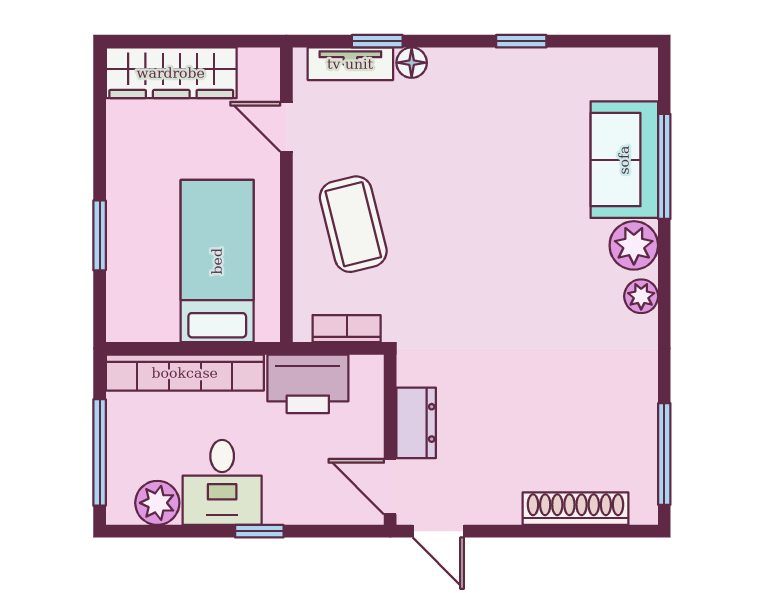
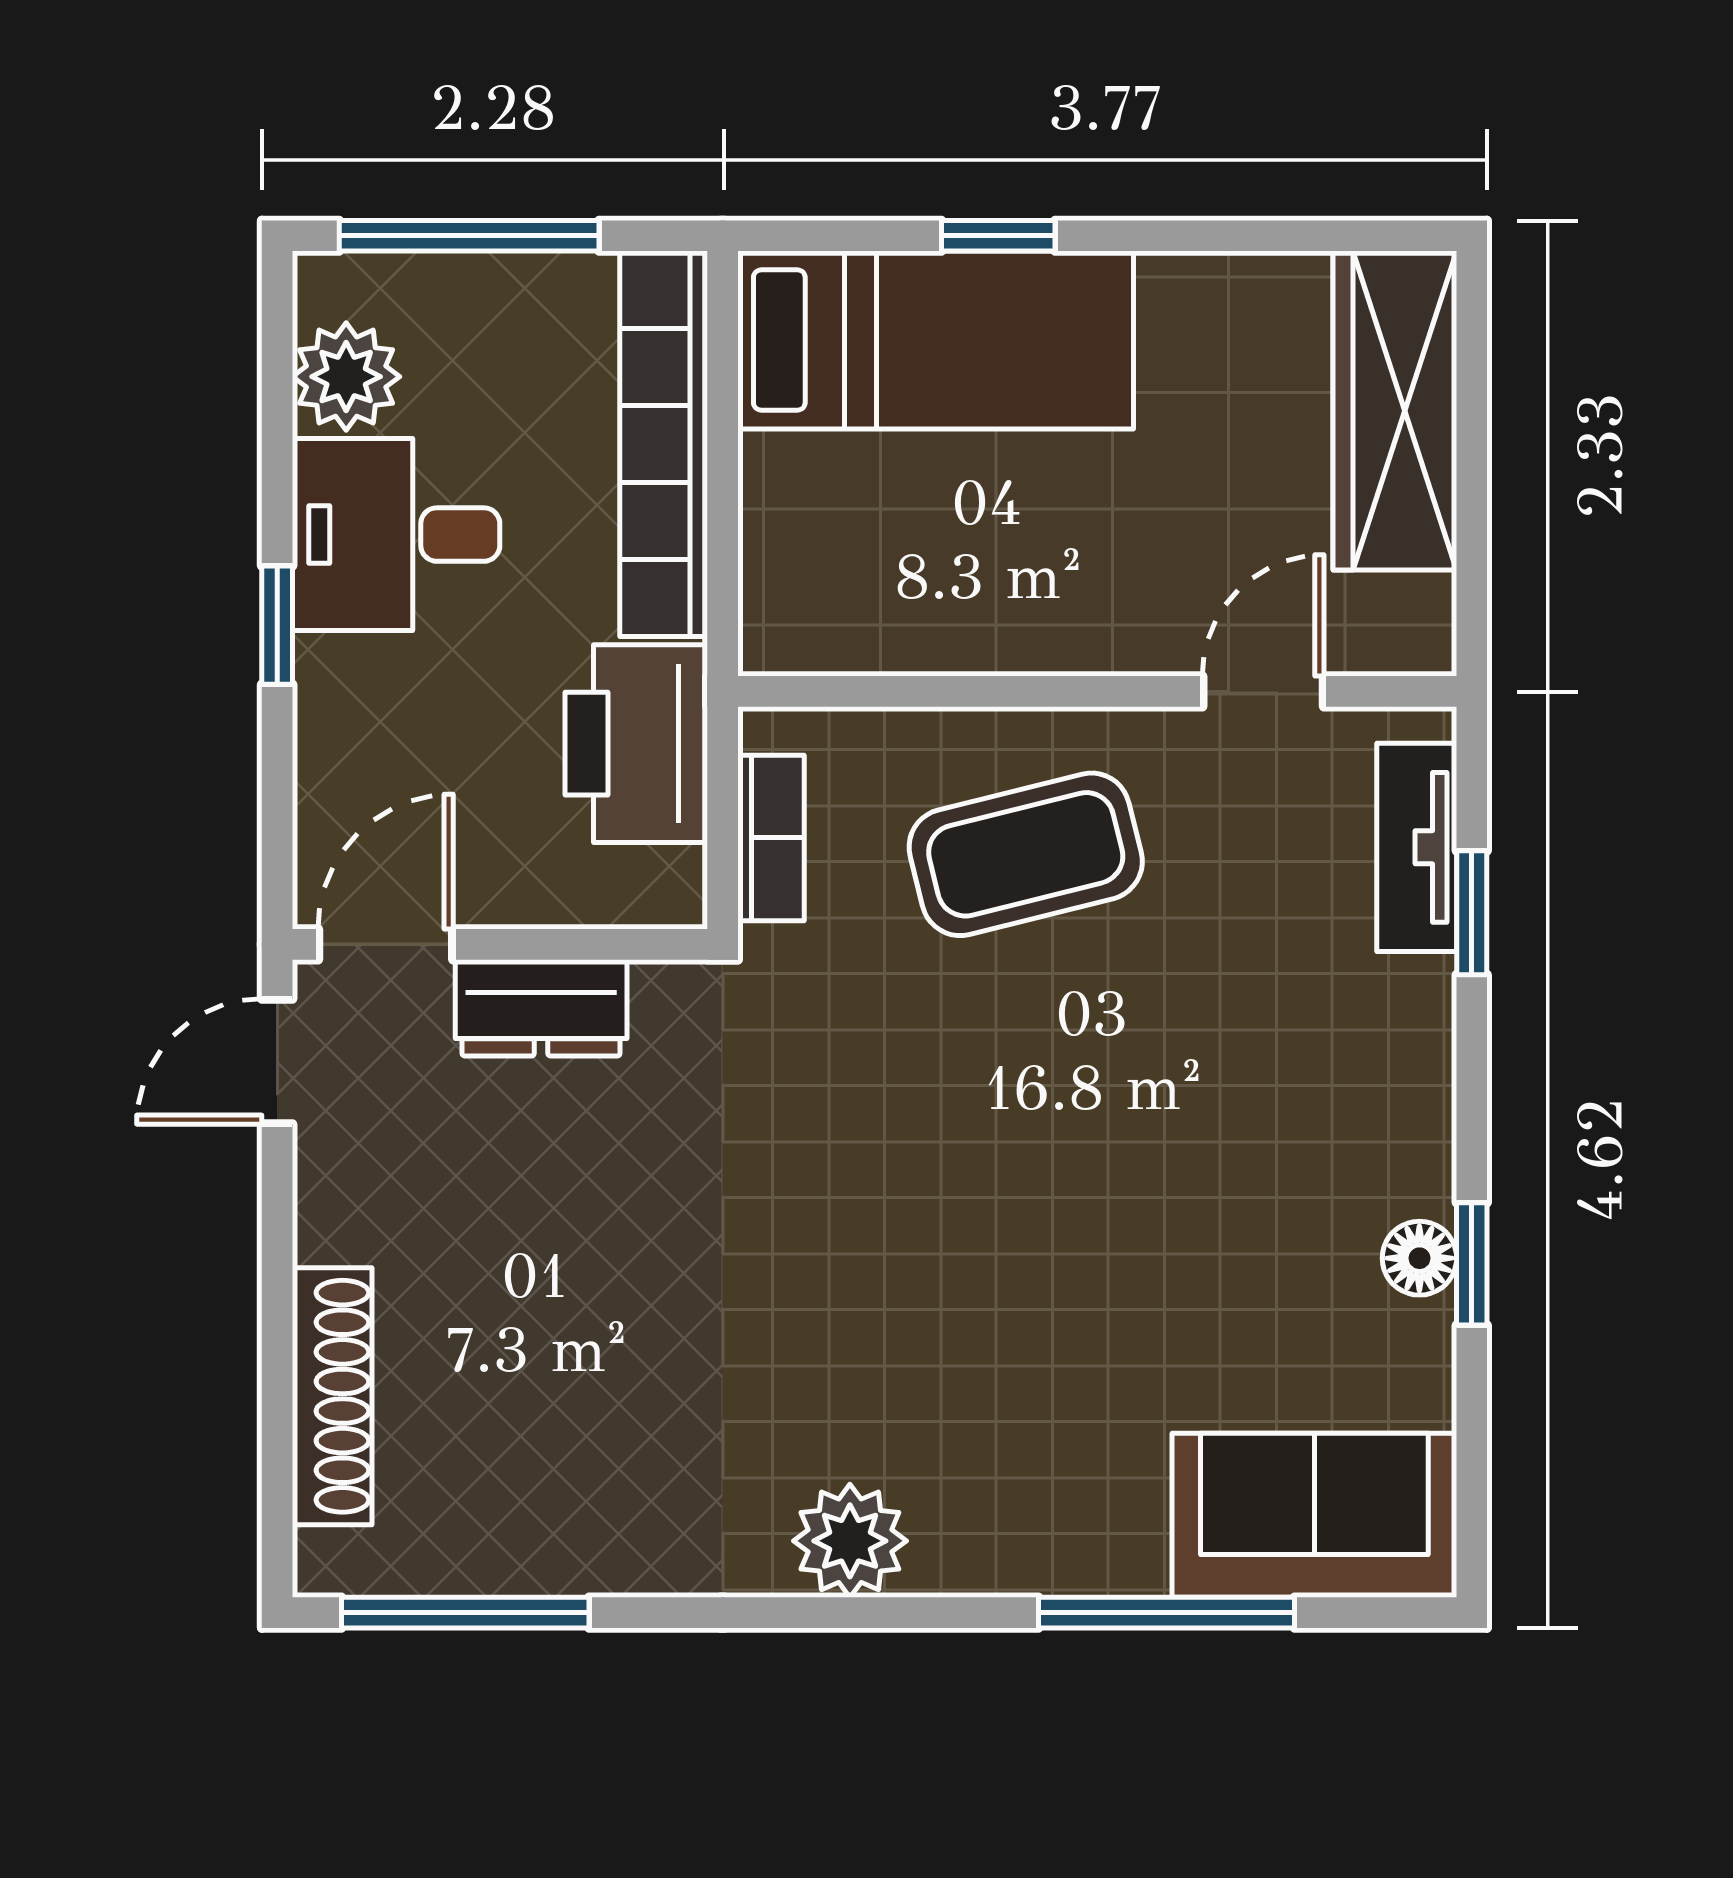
floor lamp: (412, 63) -> (1419, 1258), moved
sofa: (624, 160) -> (1314, 1515), moved
window: (100, 235) -> (998, 236), width x0.67
plant: (634, 245) -> (974, 1538), removed
bed: (217, 261) -> (936, 340), moved
plant: (641, 296) -> (850, 1541), width x1.38, depth x1.38

